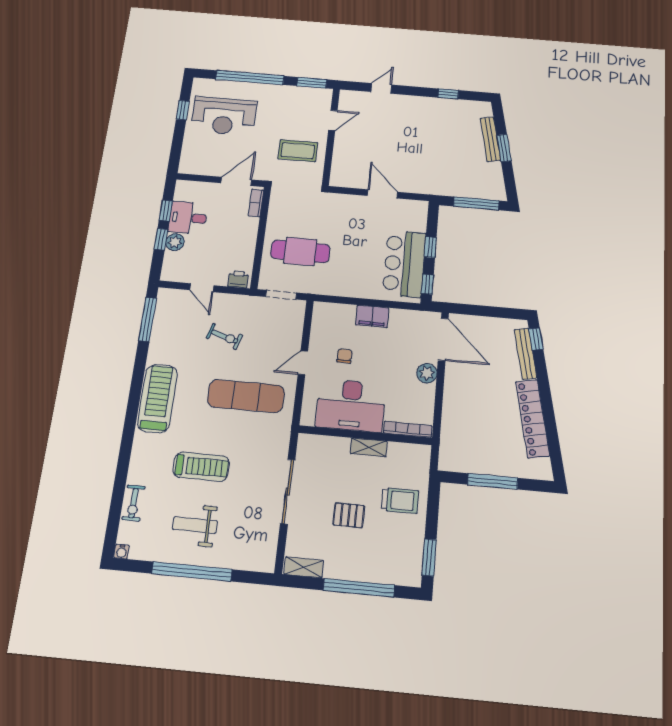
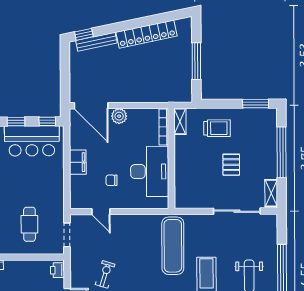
cafe table: (300, 251) -> (29, 224), width x0.73, depth x0.74
door: (443, 339) -> (91, 106), swing flipped
door: (303, 363) -> (101, 212), moved
exercise mat: (246, 396) -> (173, 246), moved
shelving: (369, 447) -> (180, 121), moved
sliding door: (288, 492) -> (237, 211), moved
trolley: (400, 501) -> (217, 128), turned 90

